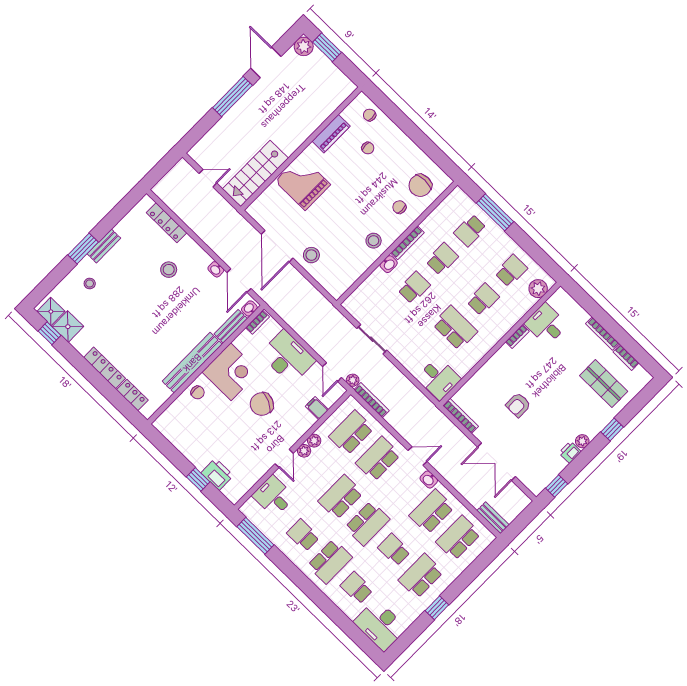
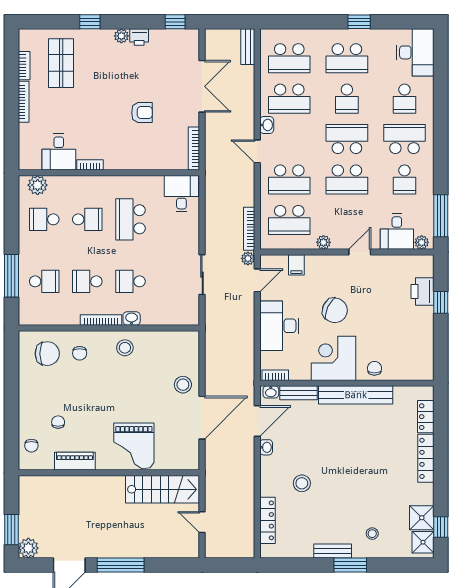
school desk: (483, 299) -> (87, 219), turned 180
plant: (304, 451) -> (422, 242), moved

